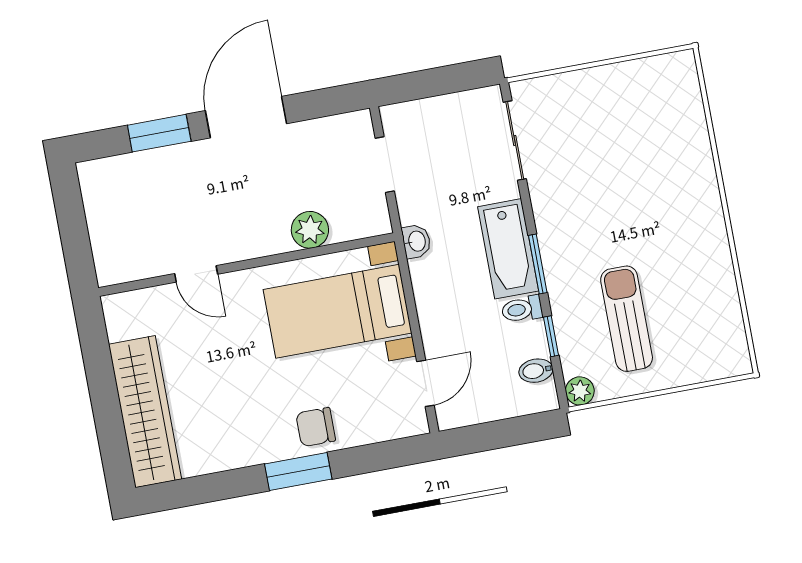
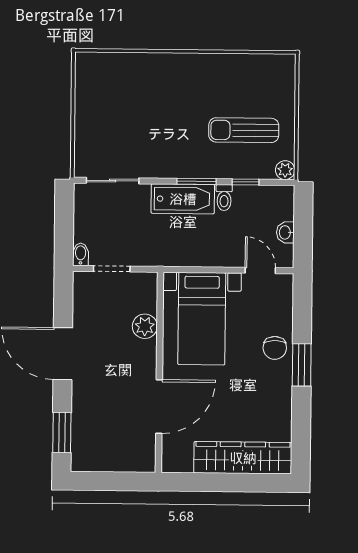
window: (159, 133) -> (62, 432), moved
washbasin: (416, 241) -> (285, 232), moved, turned -90
door: (196, 274) -> (159, 407), width x1.88
bidet: (536, 371) -> (81, 254), moved, turned 180

